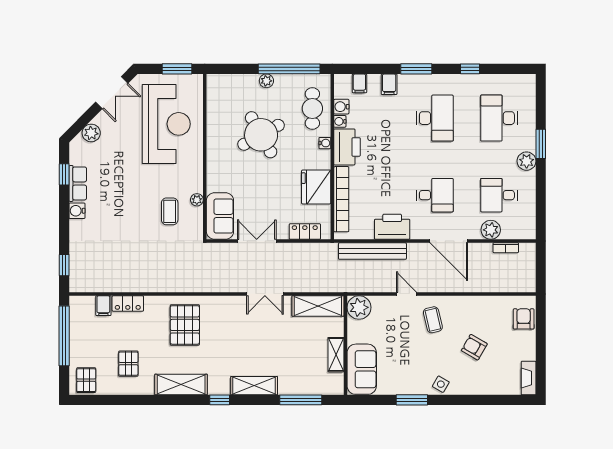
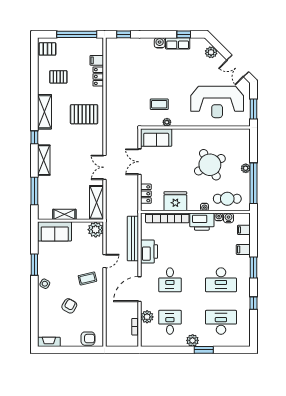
double door: (257, 241) -> (140, 162), swing flipped

